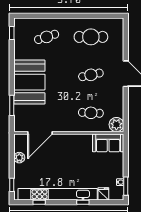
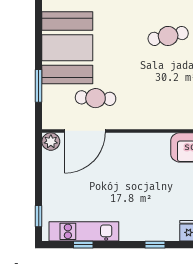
cafe table: (91, 113) -> (96, 98), moved
plant: (19, 158) -> (51, 142), moved
kitchen unit: (58, 194) -> (84, 231), width x0.54

